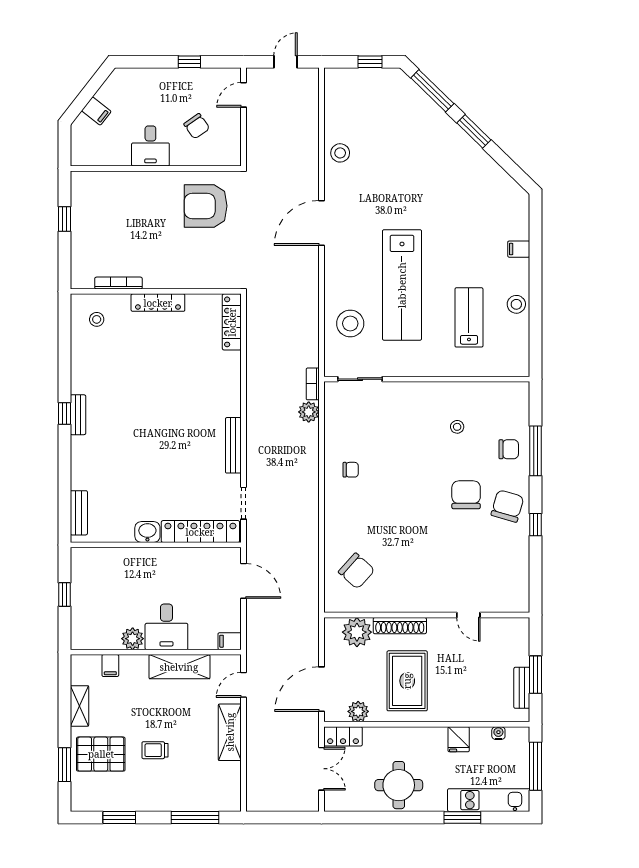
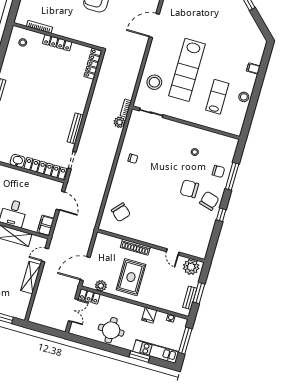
chair: (466, 495) -> (189, 189), turned -90
plant: (357, 632) -> (191, 267), moved
filing cabinet: (230, 641) -> (46, 226), width x2.00

